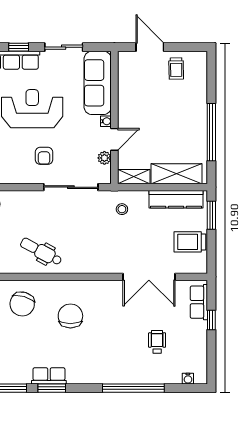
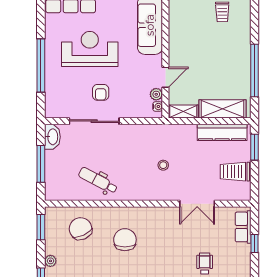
water cooler: (106, 121) -> (158, 107), moved
sliding door: (71, 187) -> (94, 121), moved
stool: (122, 209) -> (163, 165), moved
double door: (149, 277) -> (197, 204), width x0.73
chair: (22, 304) -> (81, 229), turned 139

